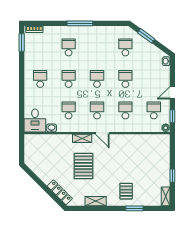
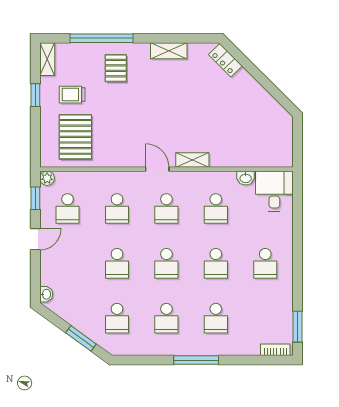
school desk: (97, 47) -> (166, 318), added
pallet: (84, 166) -> (75, 137), moved
trolley: (151, 176) -> (72, 95), added
locker: (60, 192) -> (225, 60), width x0.66
window: (134, 208) -> (101, 38), width x2.11

